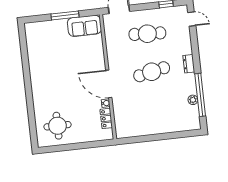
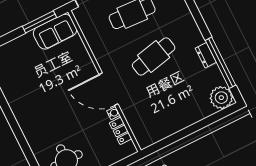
window: (65, 15) -> (40, 22), moved
dresser: (189, 64) -> (206, 55), moved
plant: (193, 100) -> (221, 98), moved, width x1.88, depth x1.88

